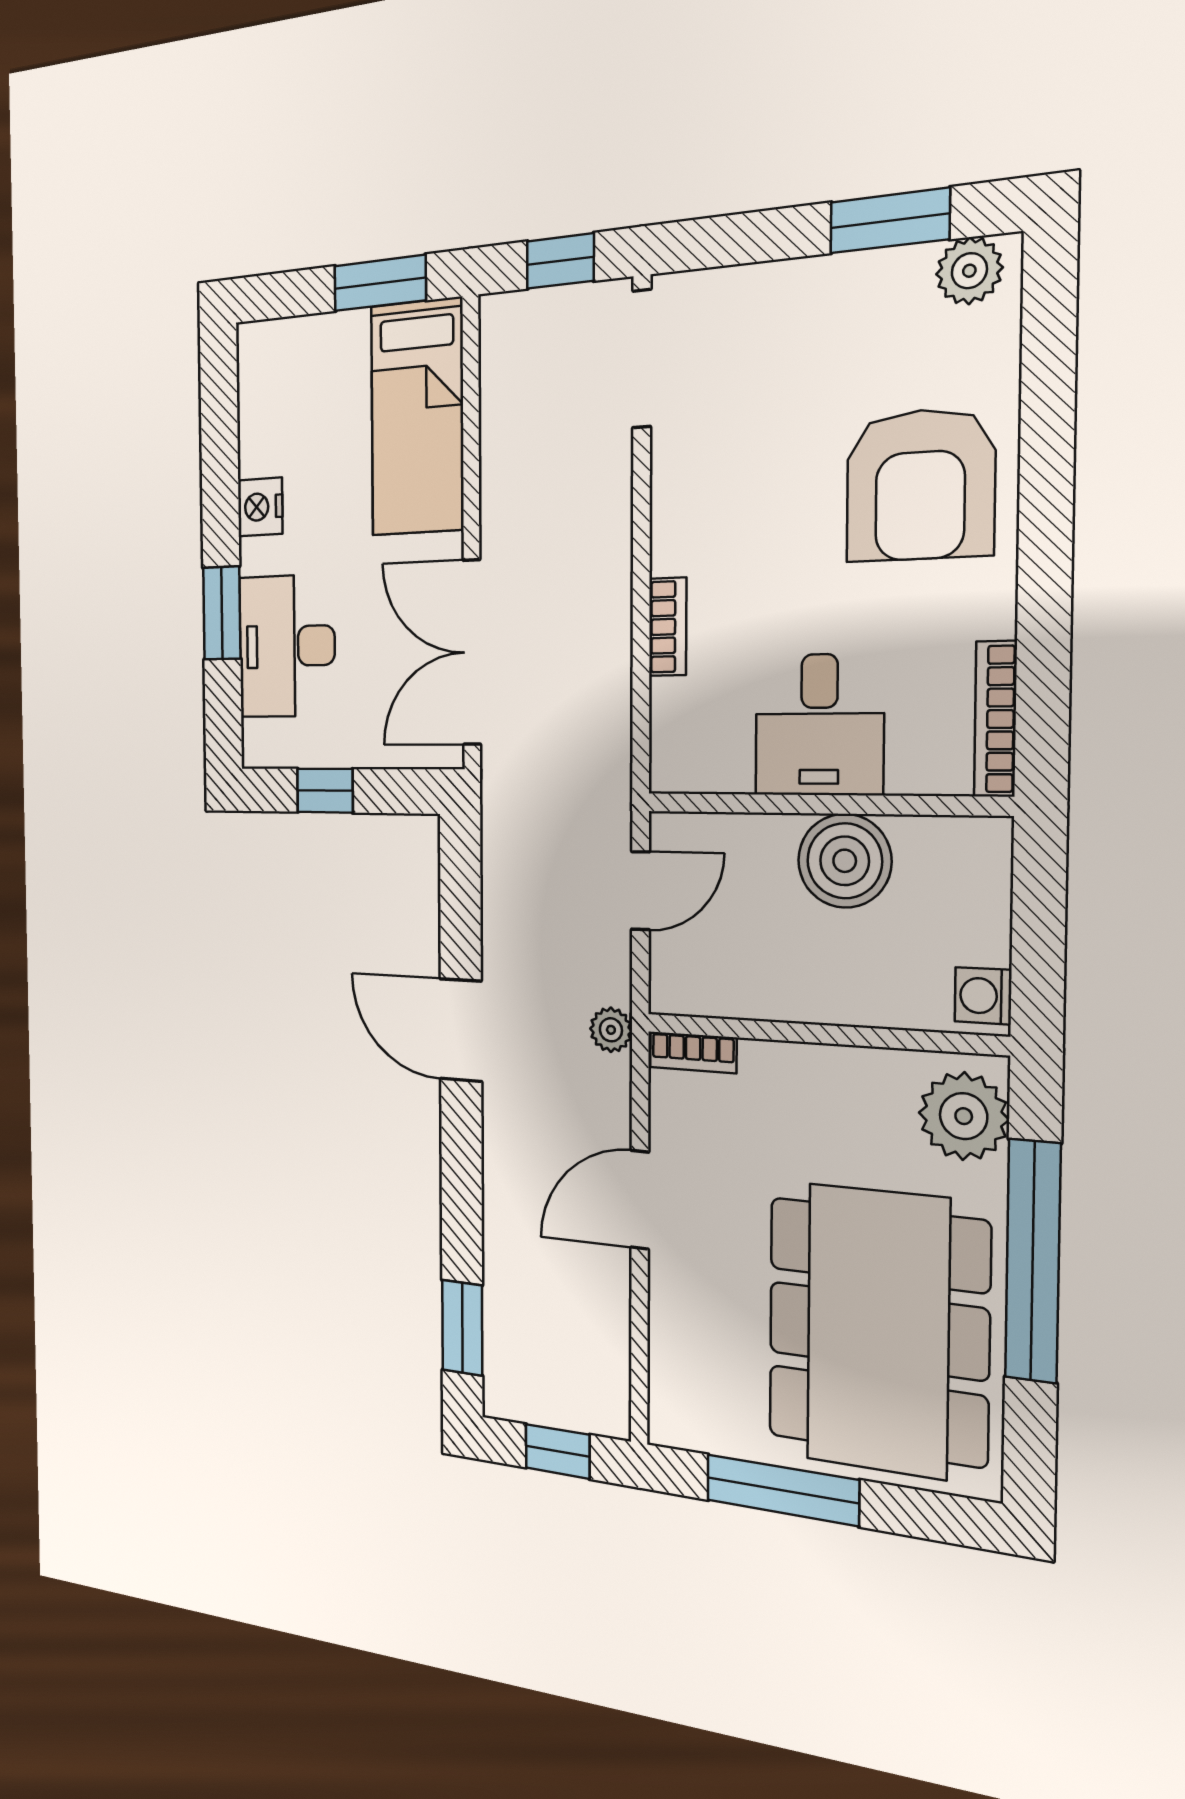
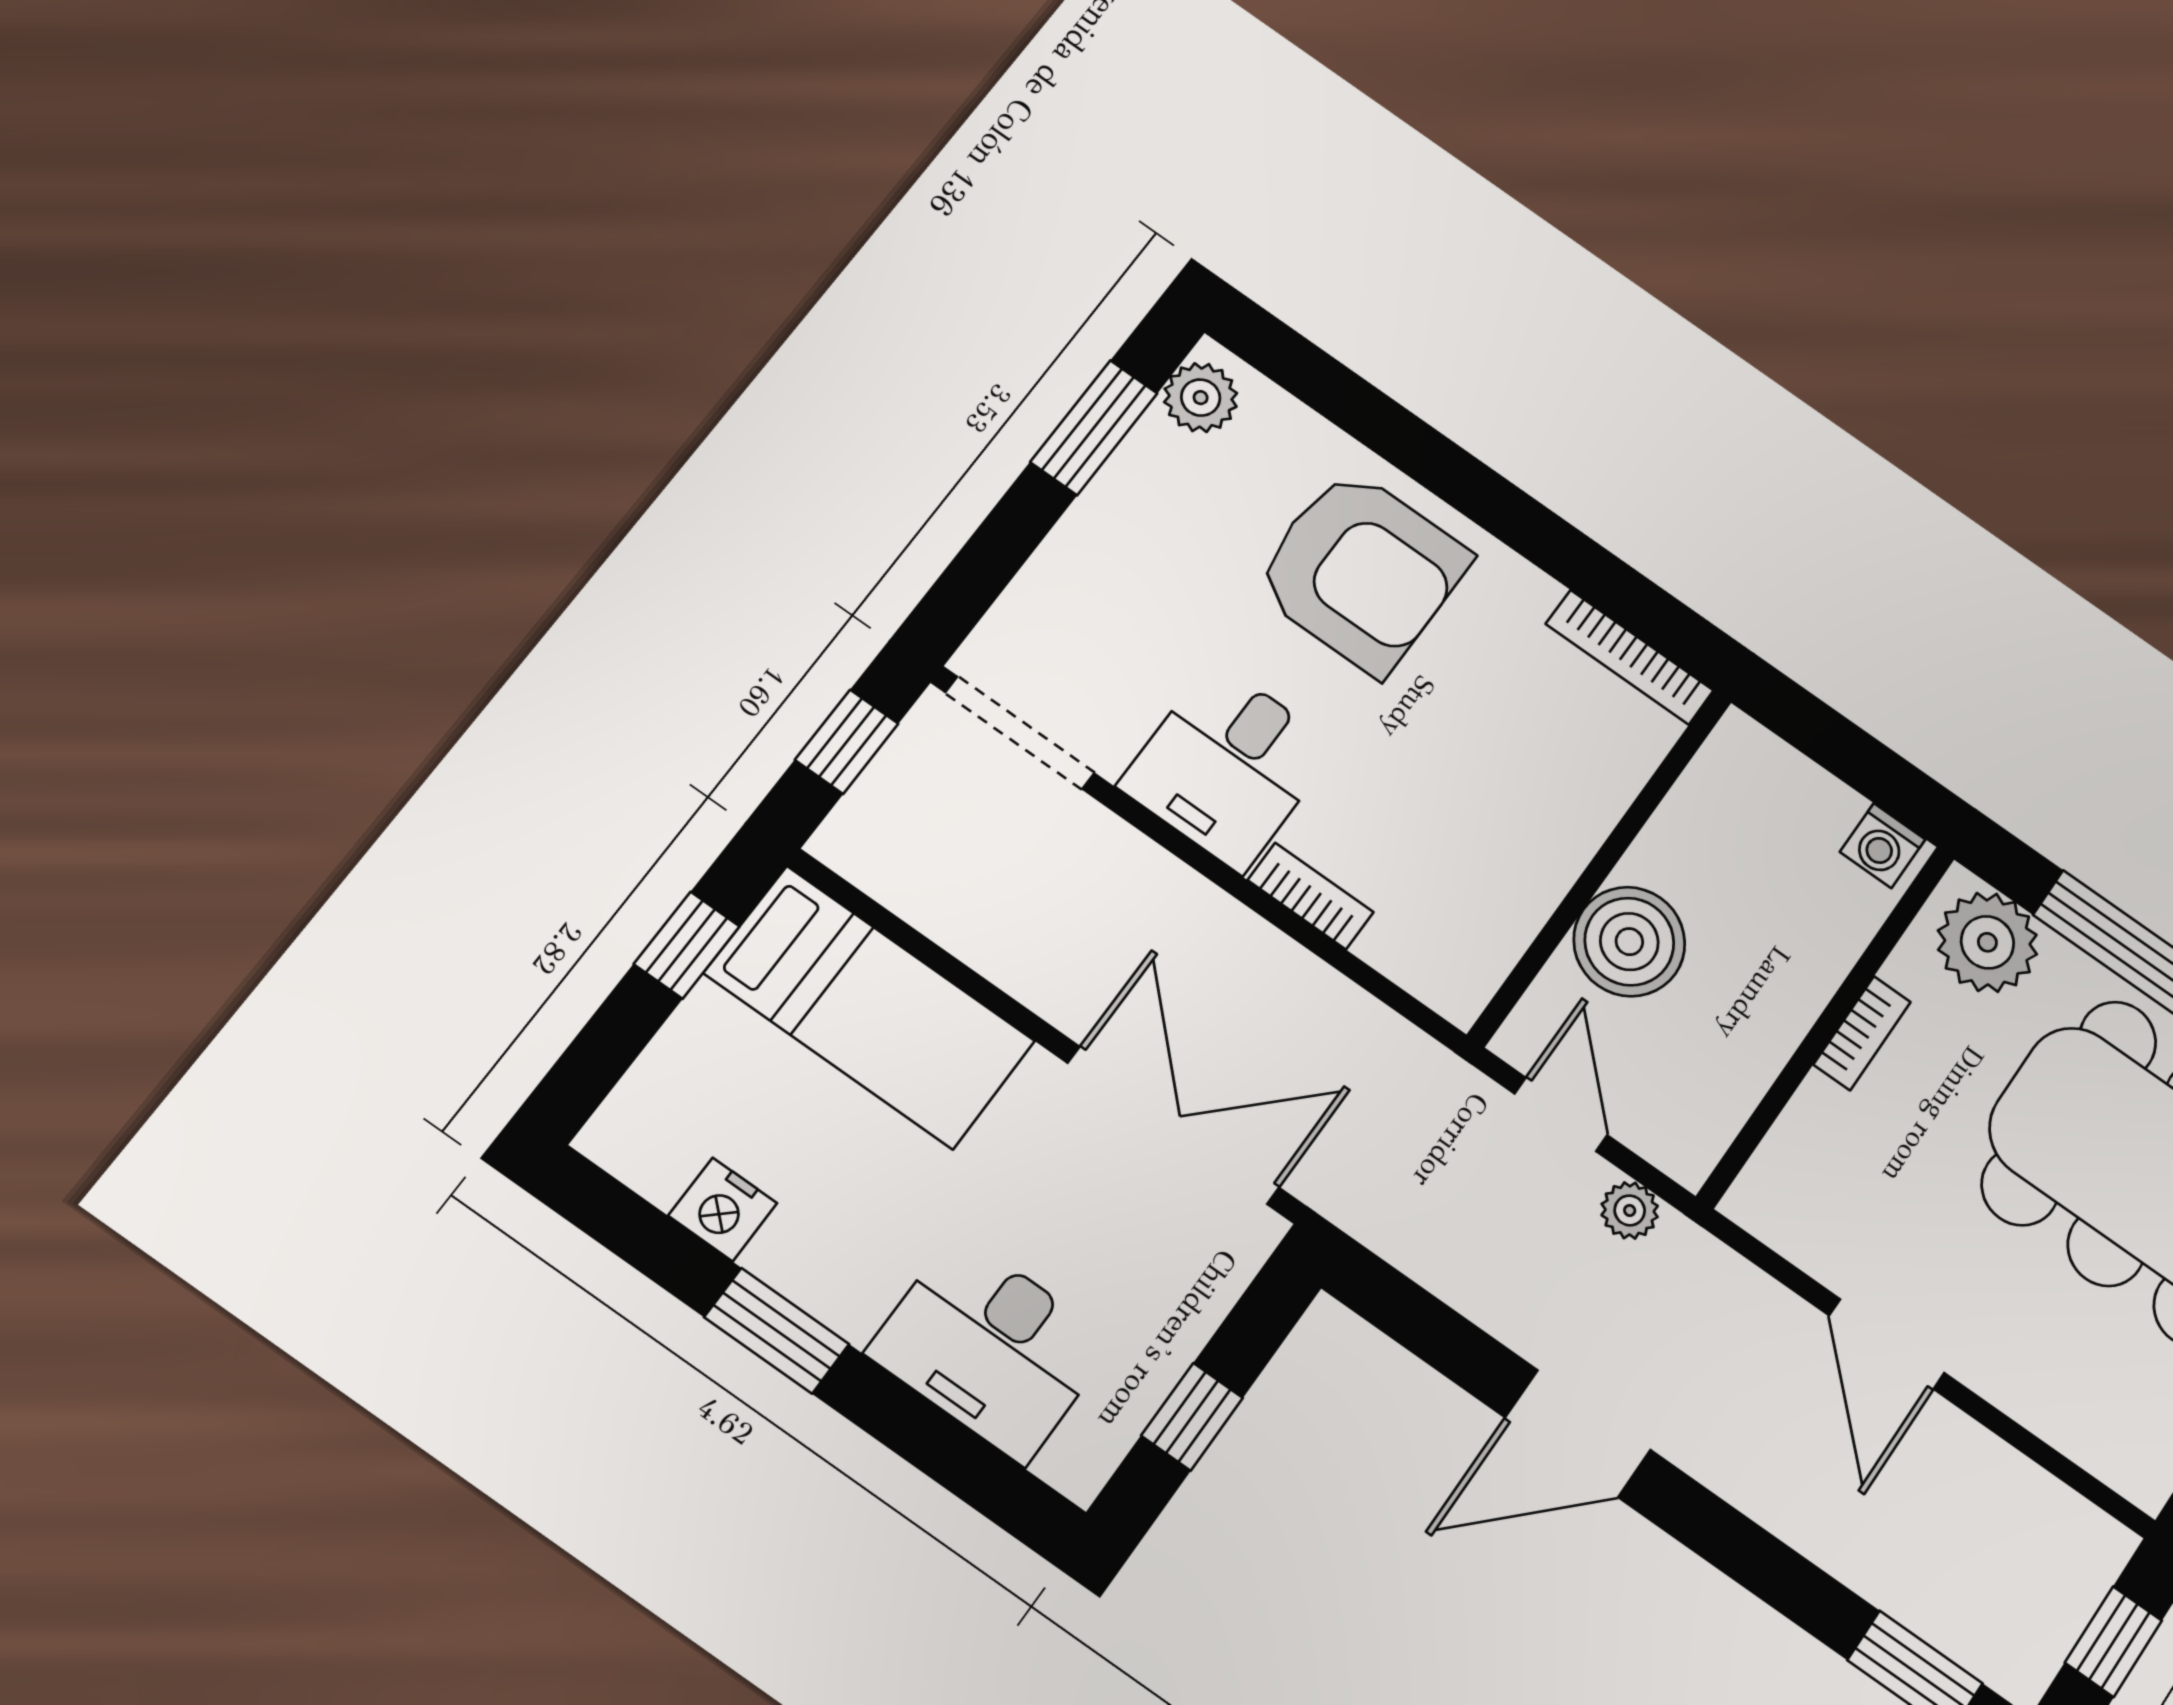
window: (380, 283) -> (687, 945), width x0.67
nightstand: (260, 507) -> (723, 1209), moved
window: (222, 613) -> (777, 1331), moved
double door: (472, 652) -> (1173, 1125), swing flipped
desk: (819, 725) -> (1228, 766), moved, turned 90
boiler: (845, 861) -> (1629, 942), moved
plant: (611, 1030) -> (1630, 1210), moved
bookcase: (693, 1052) -> (1862, 1033), moved

